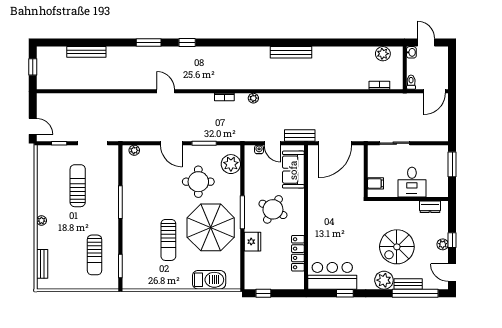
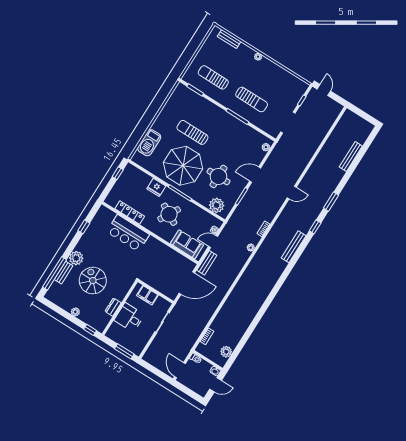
bench: (291, 52) -> (294, 247), moved
window: (33, 67) -> (363, 115), removed
door: (33, 126) -> (324, 90), swing flipped
door: (335, 143) -> (187, 283), swing flipped
filing cabinet: (375, 183) -> (147, 295), width x2.00
sun lounger: (78, 186) -> (252, 99), moved
dresser: (430, 207) -> (113, 307), moved
window: (452, 240) -> (90, 330), moved
door: (452, 273) -> (53, 306), removed
bar counter: (332, 276) -> (128, 233), moved, turned 90

